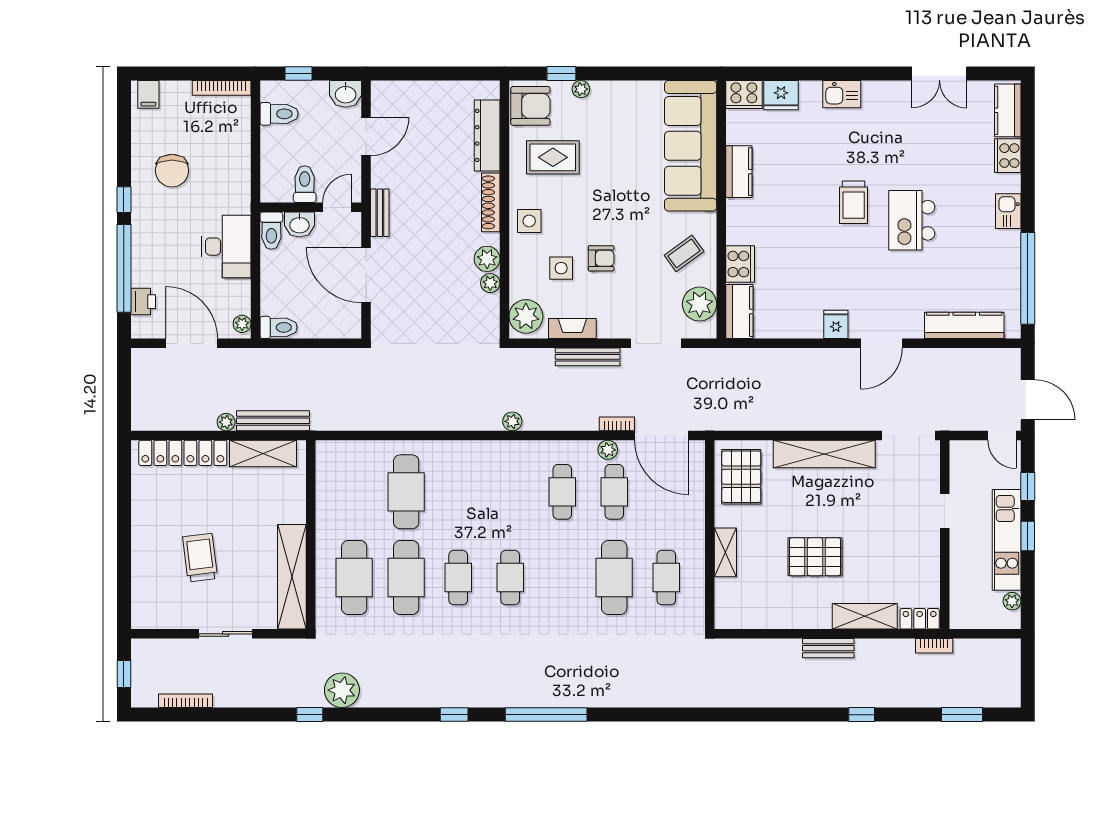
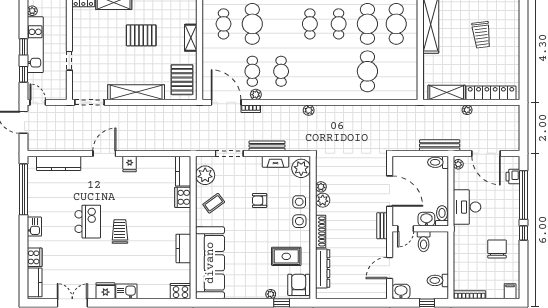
fridge: (781, 95) -> (105, 291), moved
armchair: (530, 106) -> (299, 285), turned 90
side table: (561, 268) -> (299, 202), moved
bench: (273, 421) -> (440, 145), moved

